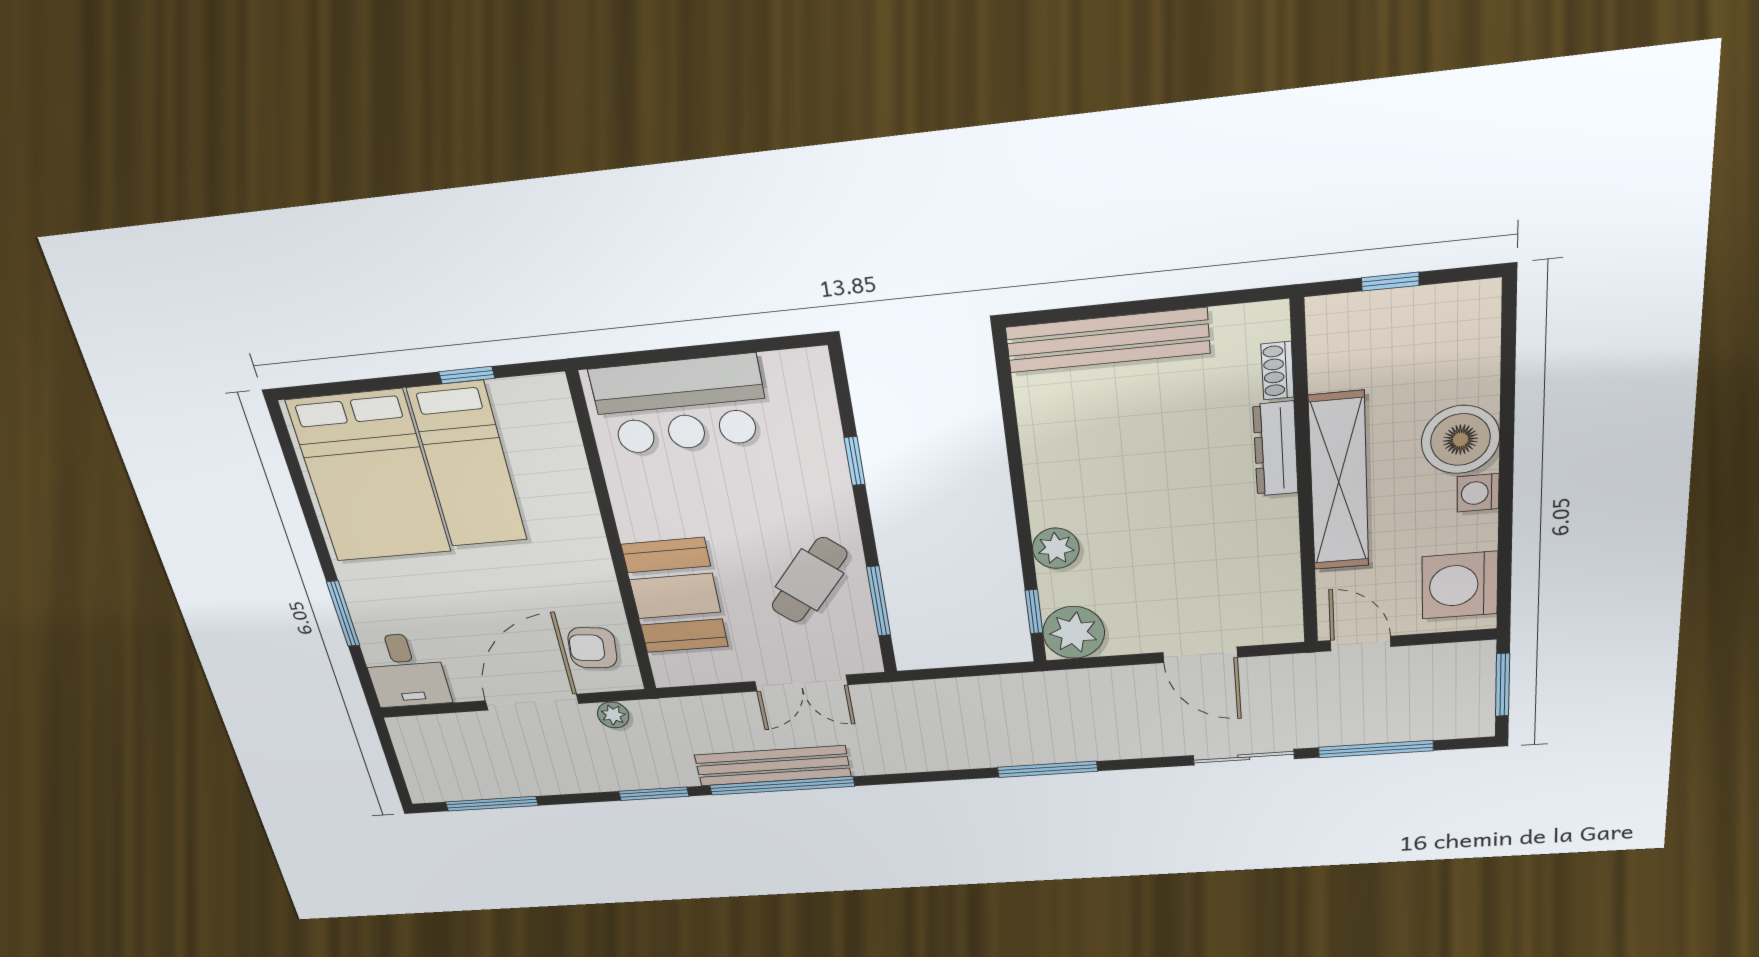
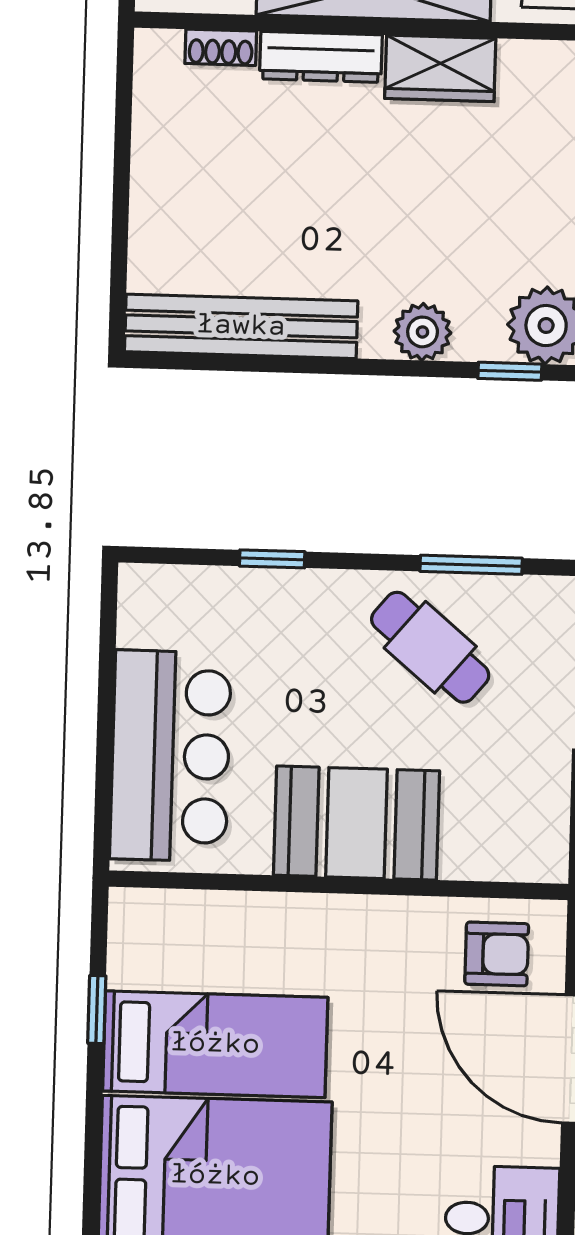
bench: (1108, 340) -> (241, 326), moved, turned 90
wardrobe: (1273, 538) -> (440, 68), added
booth: (675, 596) -> (357, 823), moved
armchair: (592, 648) -> (497, 954), turned -96

